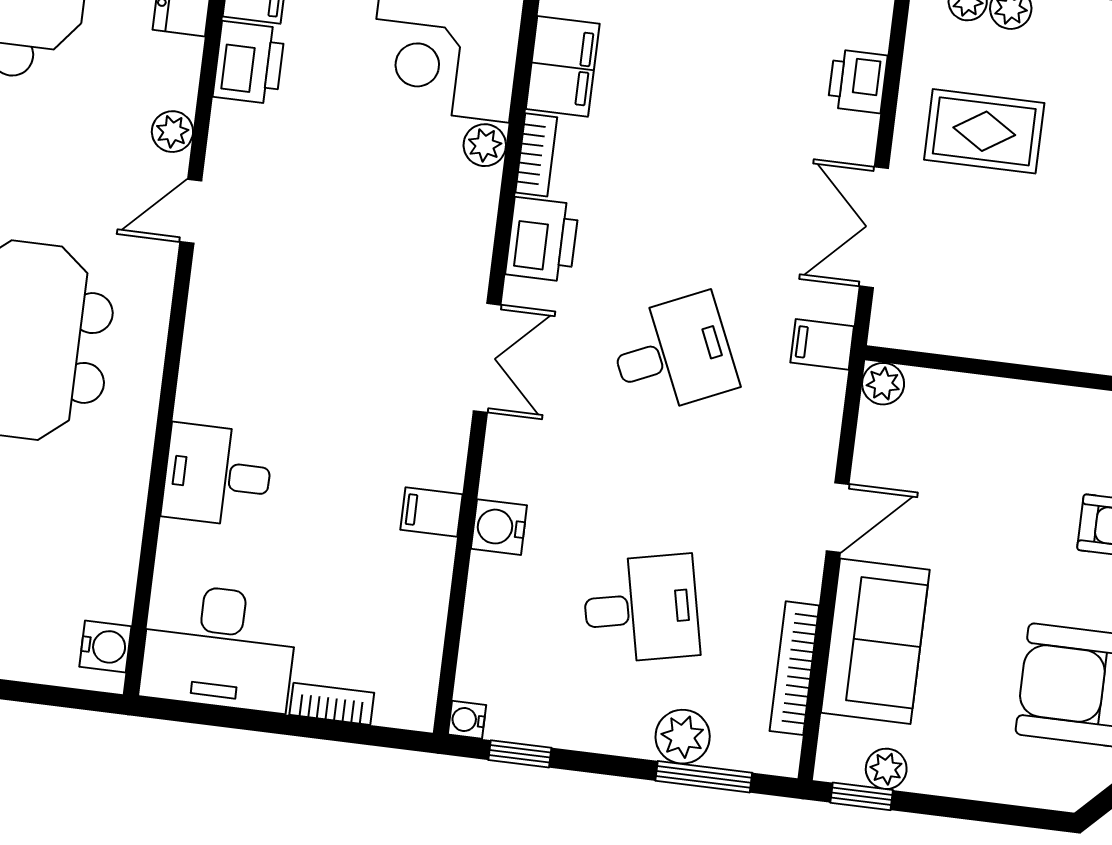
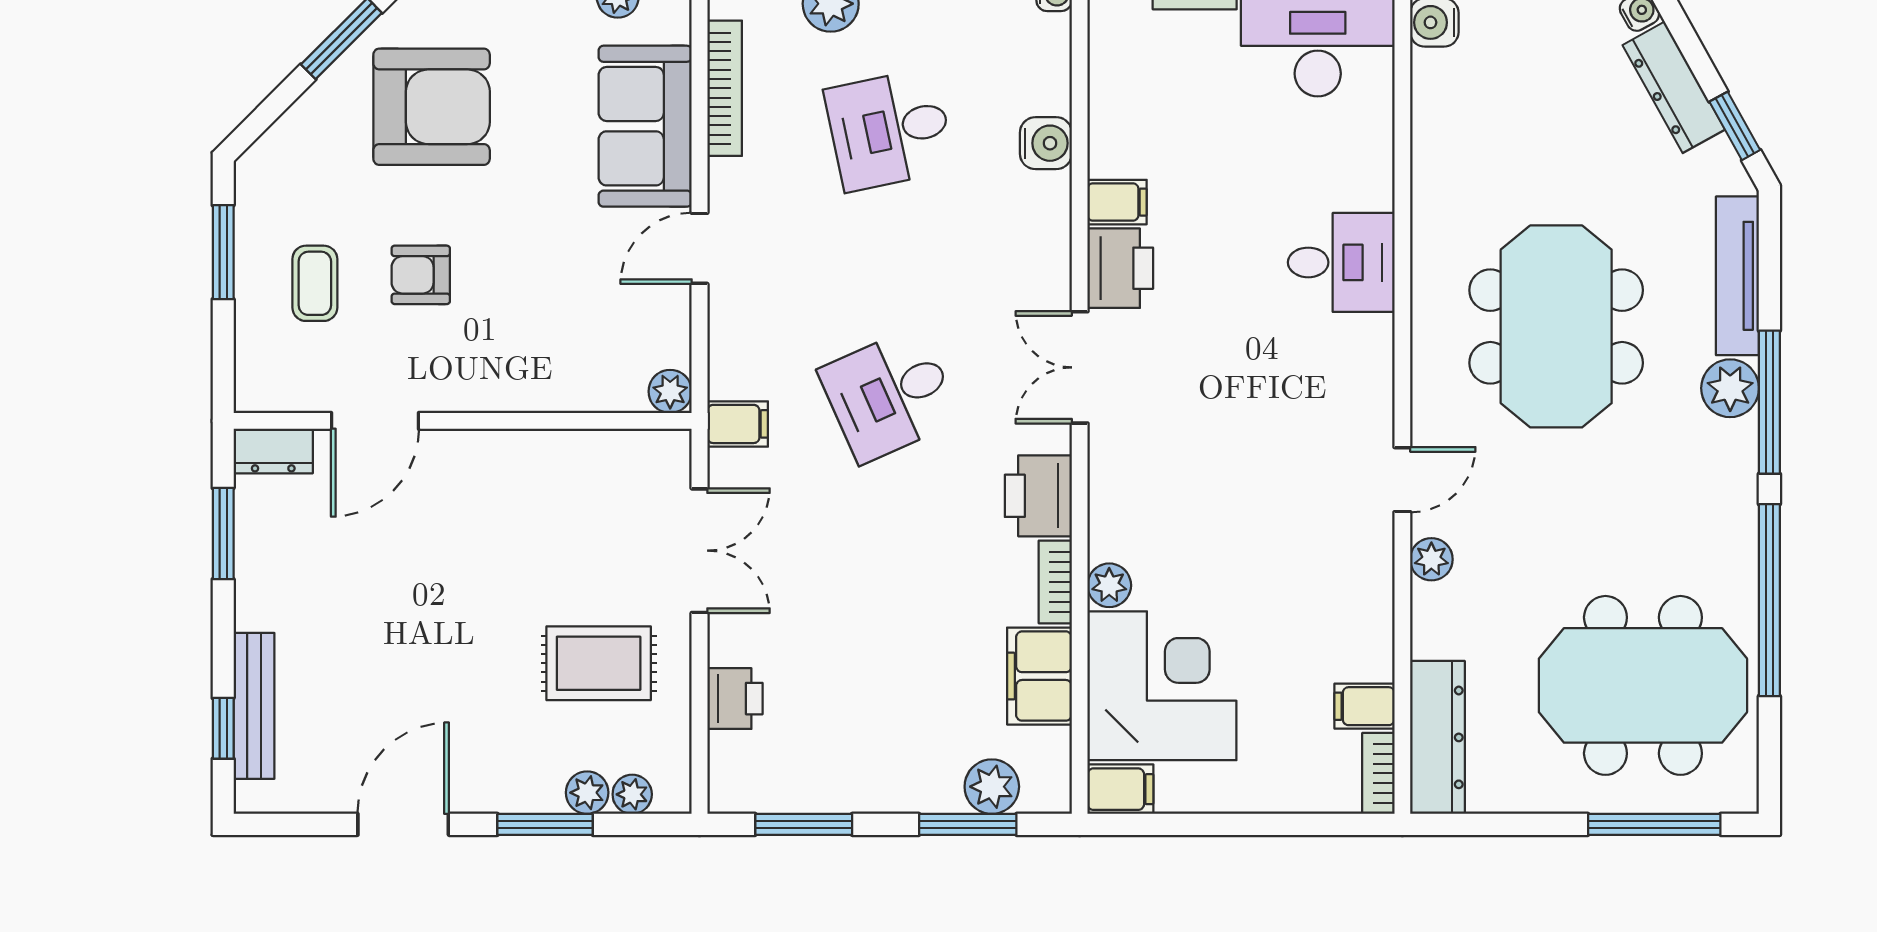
printer: (249, 63) -> (1120, 268), moved, turned 180
desk: (217, 475) -> (1341, 262), moved
water cooler: (499, 527) -> (1046, 143), moved

